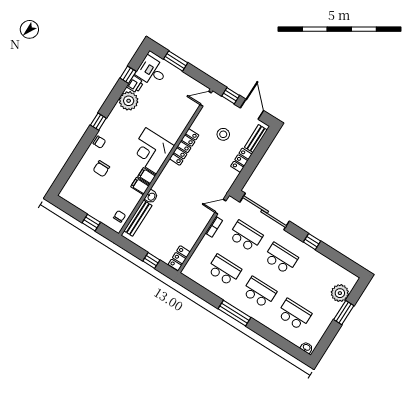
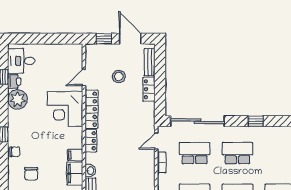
window: (176, 61) -> (37, 39), removed
door: (206, 99) -> (84, 78), moved
corner desk: (151, 151) -> (65, 109), moved
locker: (167, 173) -> (91, 141), added
filing cabinet: (140, 186) -> (75, 174), width x2.00

